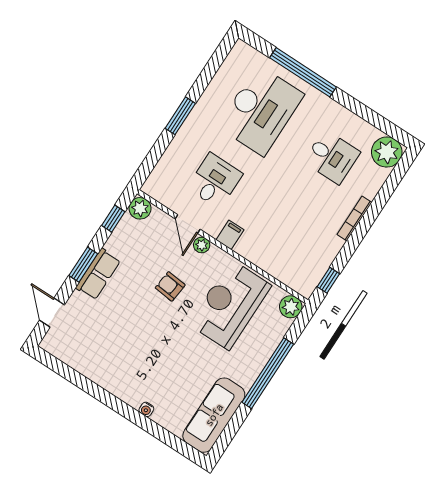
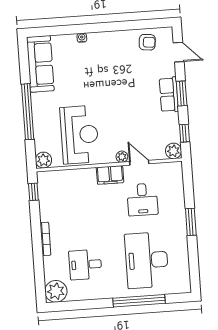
filing cabinet: (230, 235) -> (110, 175), width x2.00
armchair: (170, 286) -> (147, 42), moved

